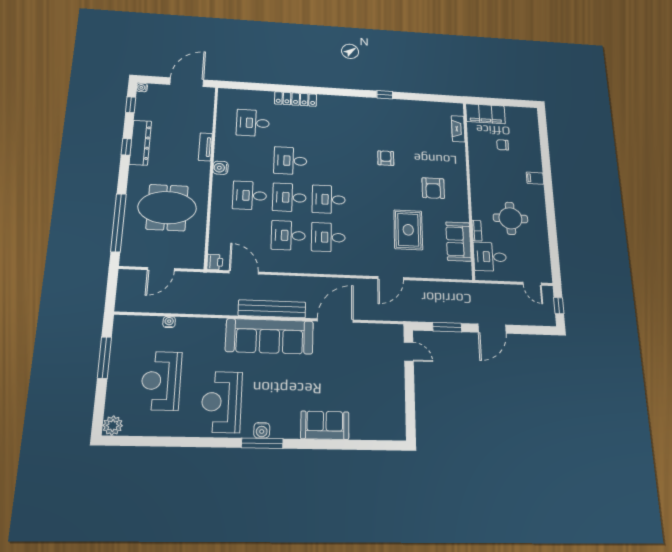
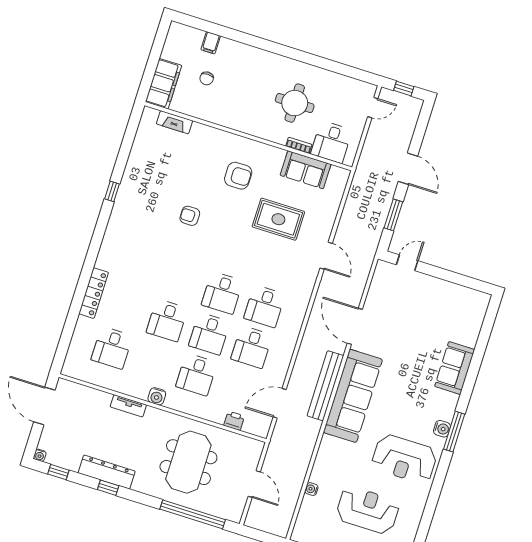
filing cabinet: (535, 178) -> (211, 43), moved
printer: (215, 262) -> (234, 421), moved
reception desk: (161, 381) -> (368, 510), turned 180

